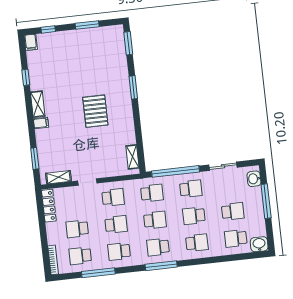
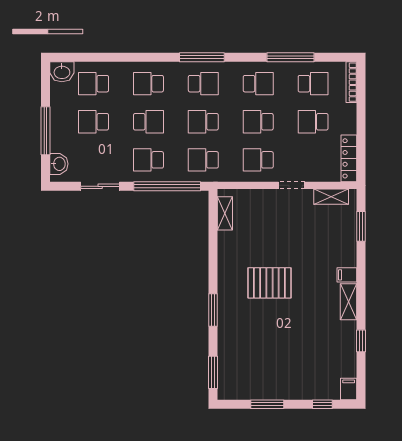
pallet: (95, 111) -> (269, 283), turned 90
school desk: (77, 229) -> (313, 122), turned 180
school desk: (236, 238) -> (94, 84), turned 180

